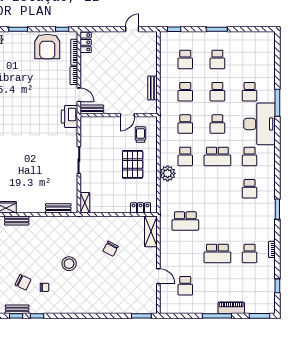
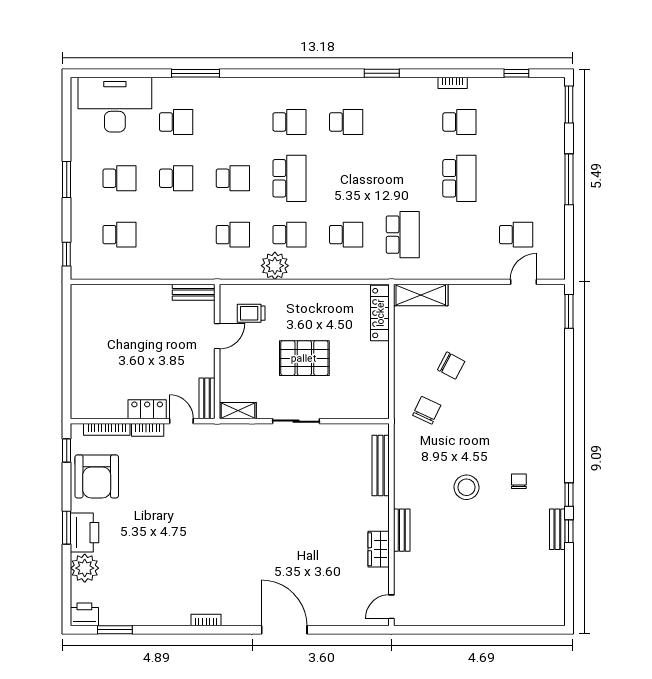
door: (132, 29) -> (67, 328), removed
locker: (86, 42) -> (147, 409), moved
armchair: (47, 46) -> (97, 476), turned 90
bench: (152, 88) -> (194, 292), moved
school desk: (185, 92) -> (346, 235), moved
door: (79, 95) -> (181, 421), hinge flipped
door: (127, 115) -> (217, 336), hinge flipped
printer: (69, 117) -> (85, 533), moved, turned -90
desk: (259, 124) -> (115, 105), moved
pallet: (133, 164) -> (304, 358), moved
plant: (168, 173) -> (275, 266), moved
shelving: (85, 203) -> (238, 411), moved
bench: (58, 208) -> (381, 465), width x1.36
locker: (141, 208) -> (380, 313), width x1.53
stool: (69, 264) -> (467, 487), moved
door: (158, 276) -> (523, 282), moved
chair: (23, 282) -> (427, 410), moved
piano: (231, 308) -> (555, 154), removed

